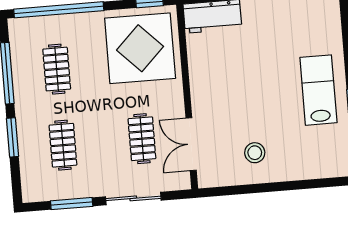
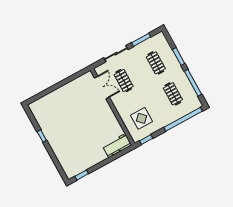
display table: (140, 48) -> (142, 118), width x0.54, depth x0.54
lab bench: (318, 90) -> (58, 134), removed
stool: (255, 153) -> (73, 96), removed

